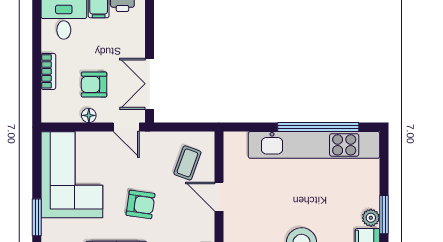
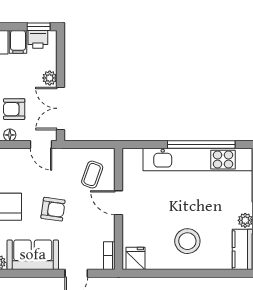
plant: (137, 47) -> (50, 78), added

